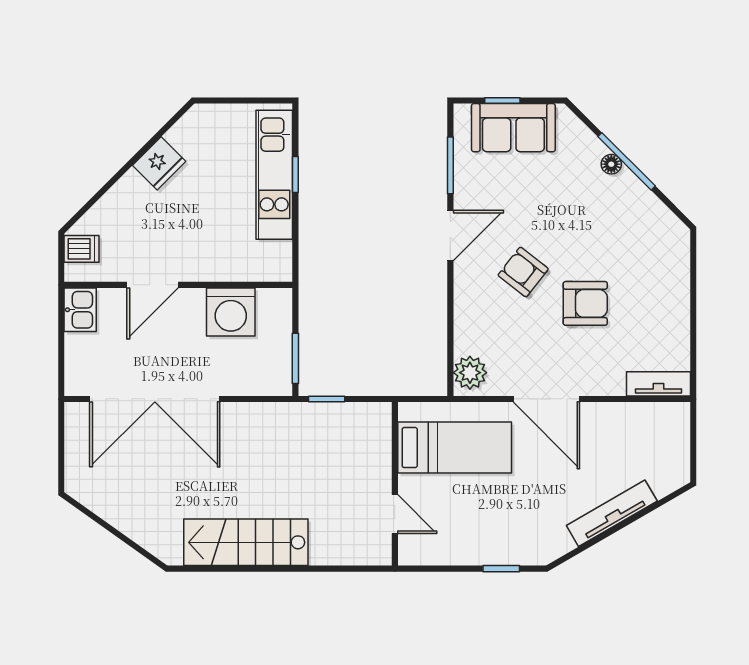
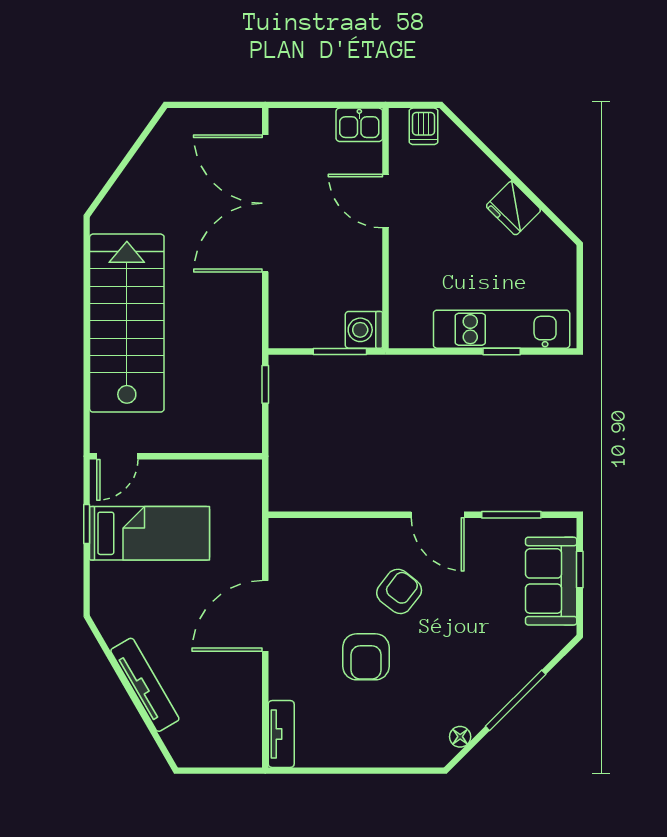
floor lamp: (611, 164) -> (460, 737), moved
washing machine: (231, 312) -> (364, 330), moved, width x0.73, depth x0.73
window: (295, 358) -> (340, 351), moved
plant: (470, 373) -> (293, 535), removed
bed: (455, 448) -> (149, 533), moved, turned -90
door: (395, 514) -> (117, 456), moved
stairs: (246, 542) -> (127, 323), width x1.36, depth x1.51
window: (501, 569) -> (87, 524), moved

